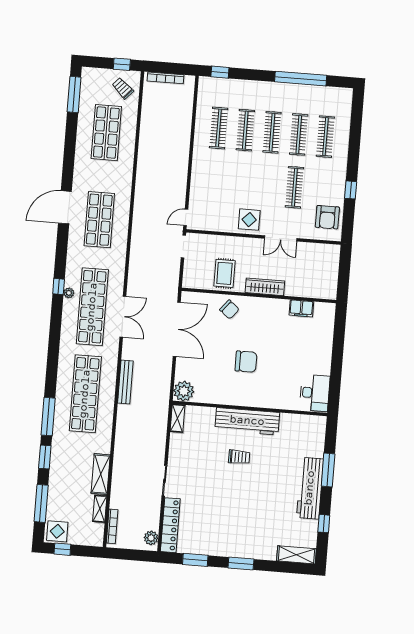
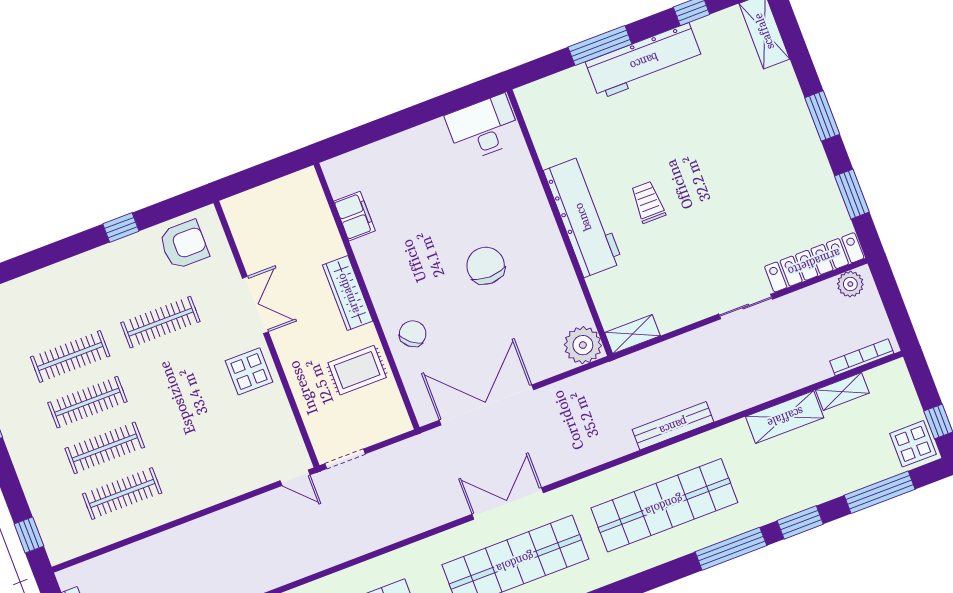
clothes rail: (325, 137) -> (53, 311), removed
bench: (125, 382) -> (673, 426), moved

